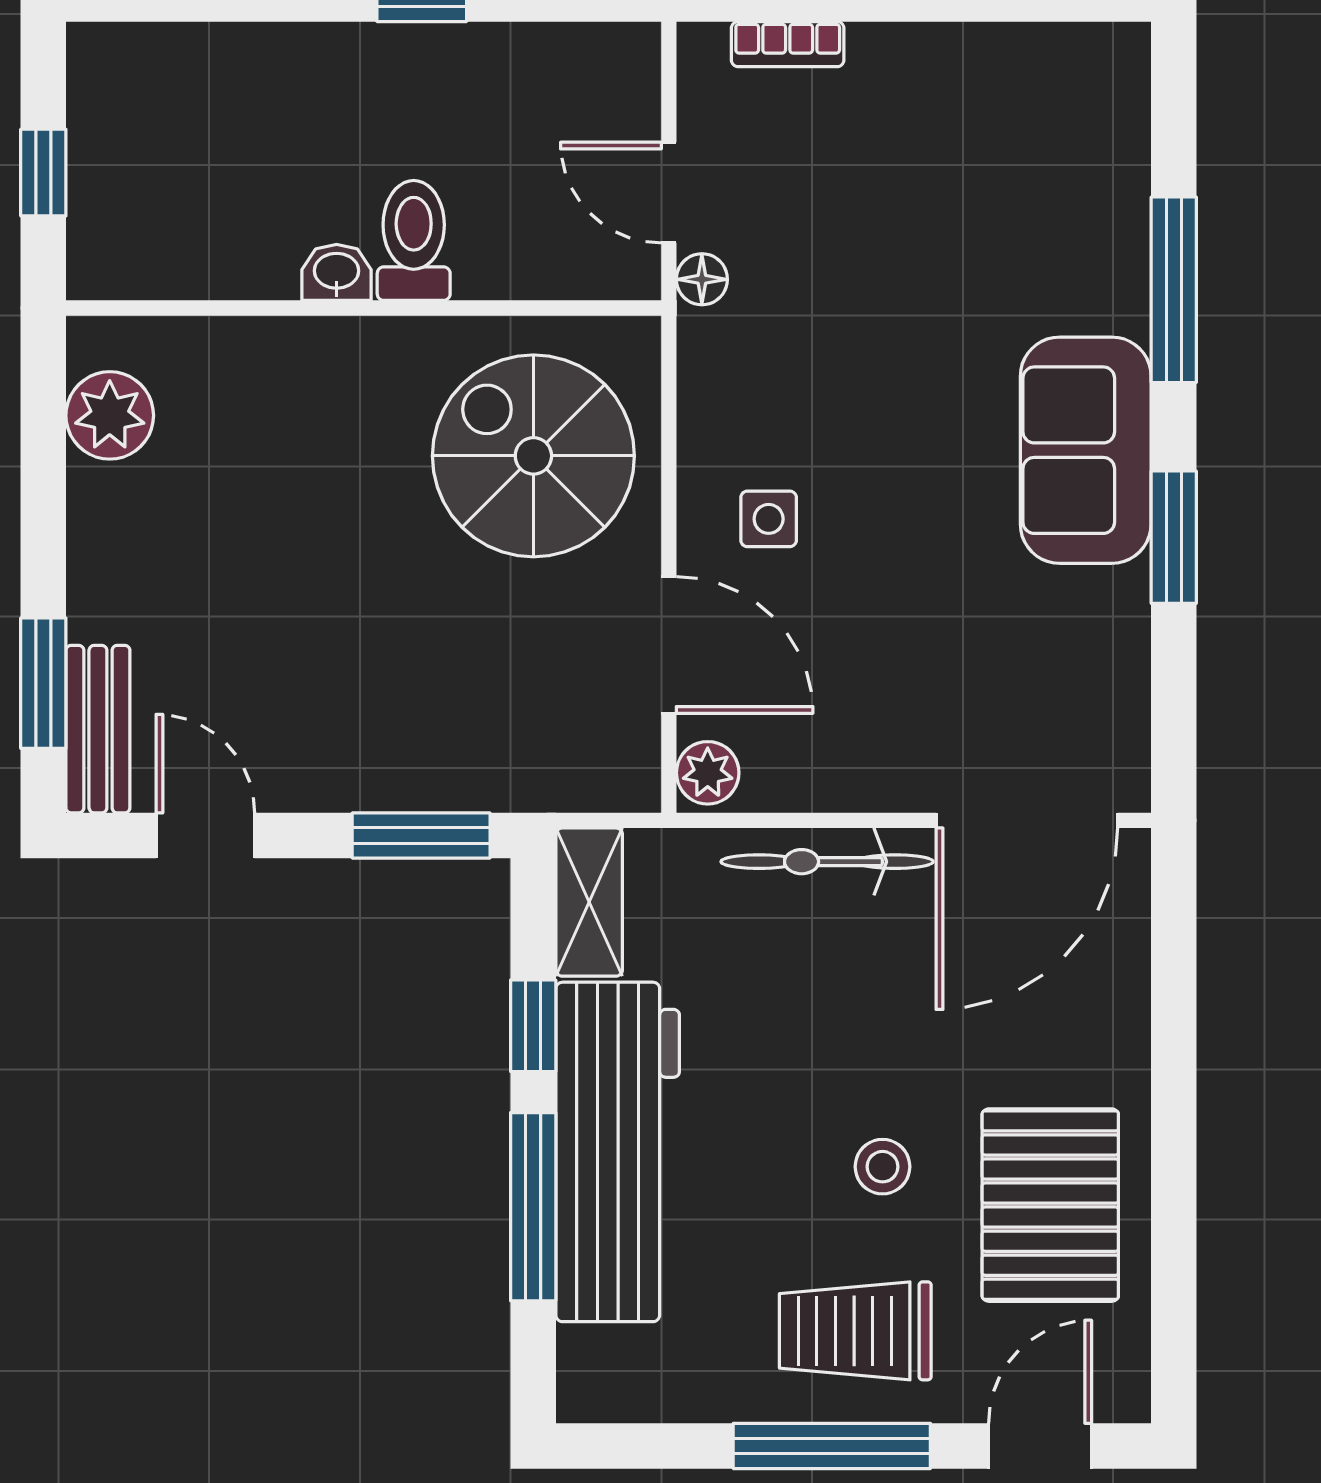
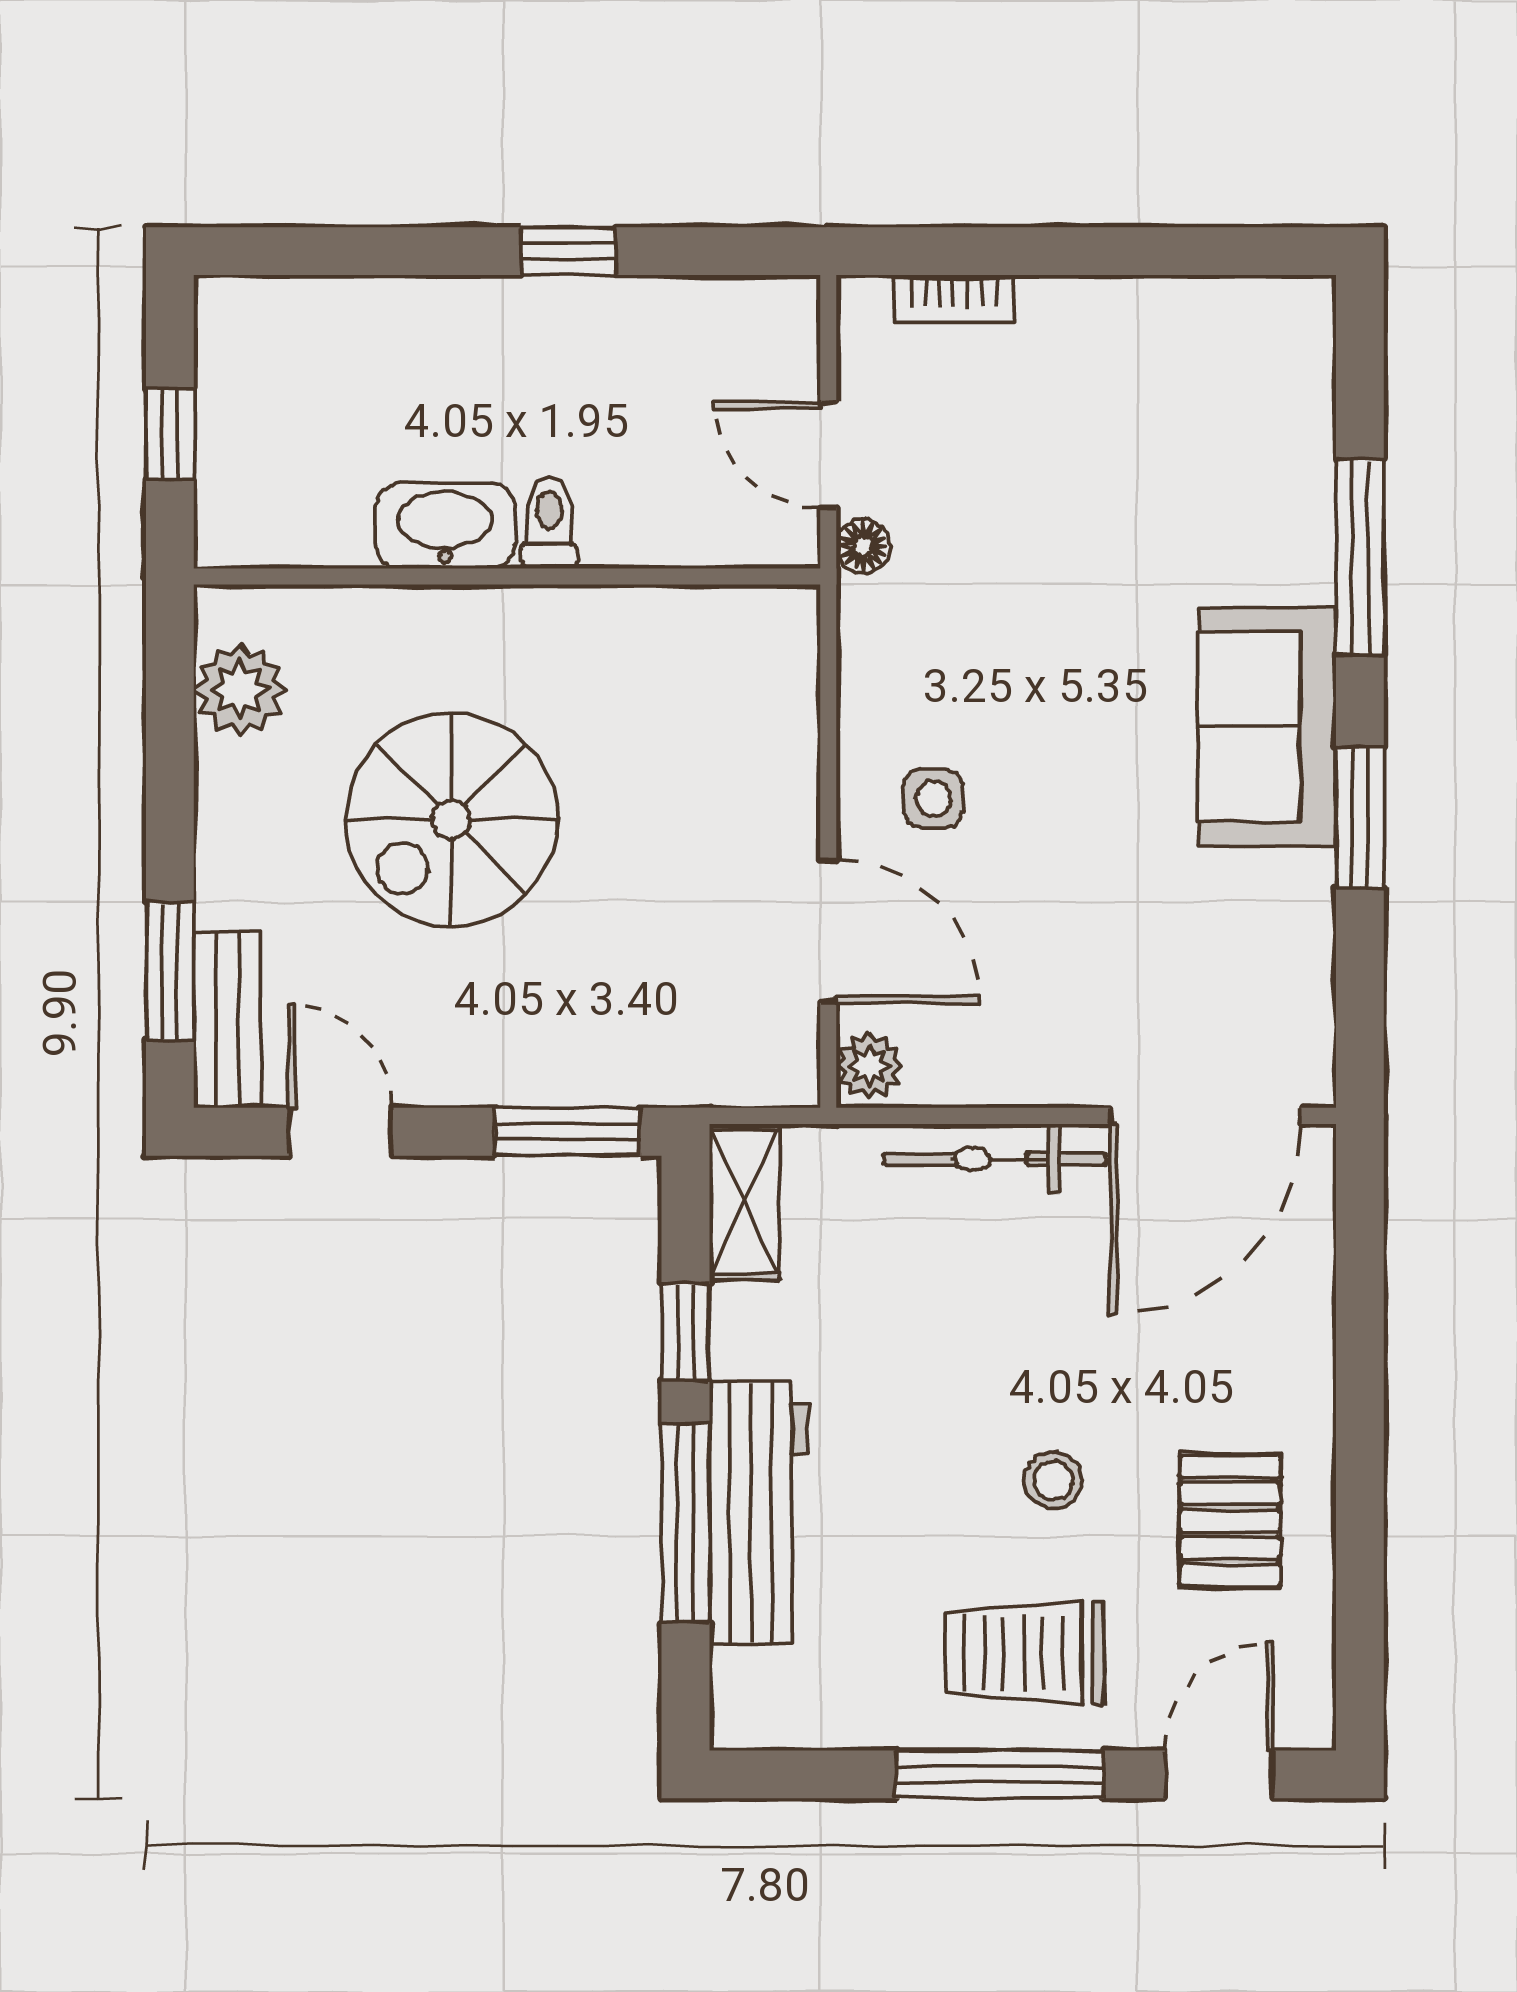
toilet: (414, 240) -> (549, 523), width x0.73, depth x0.72
washbasin: (337, 272) -> (445, 526), width x1.91, depth x1.45
spiral stairs: (533, 456) -> (451, 819), moved, turned -90
workbench: (618, 1152) -> (759, 1513), width x0.73, depth x0.76
pallet: (1050, 1205) -> (1230, 1521), width x0.67, depth x0.71

